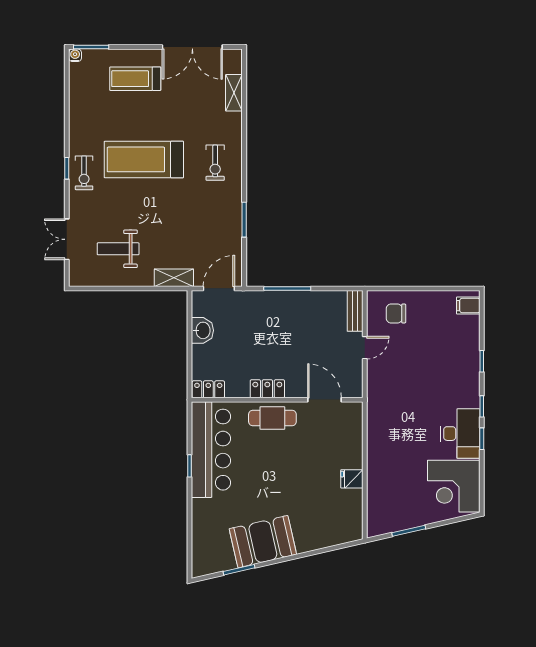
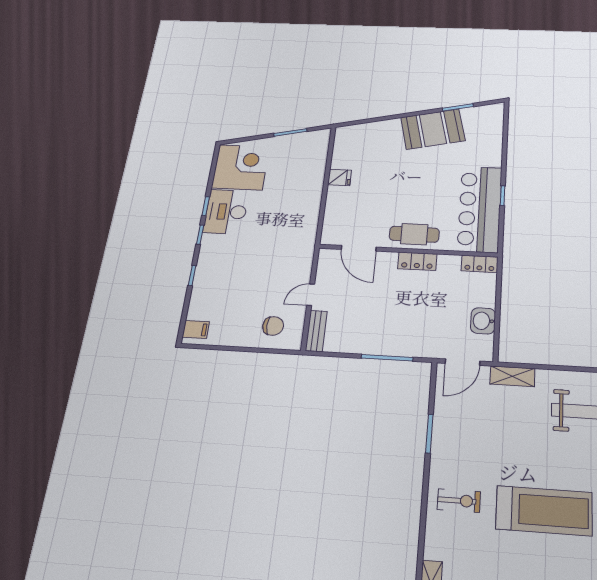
exercise bike: (215, 163) -> (459, 501), turned 90

